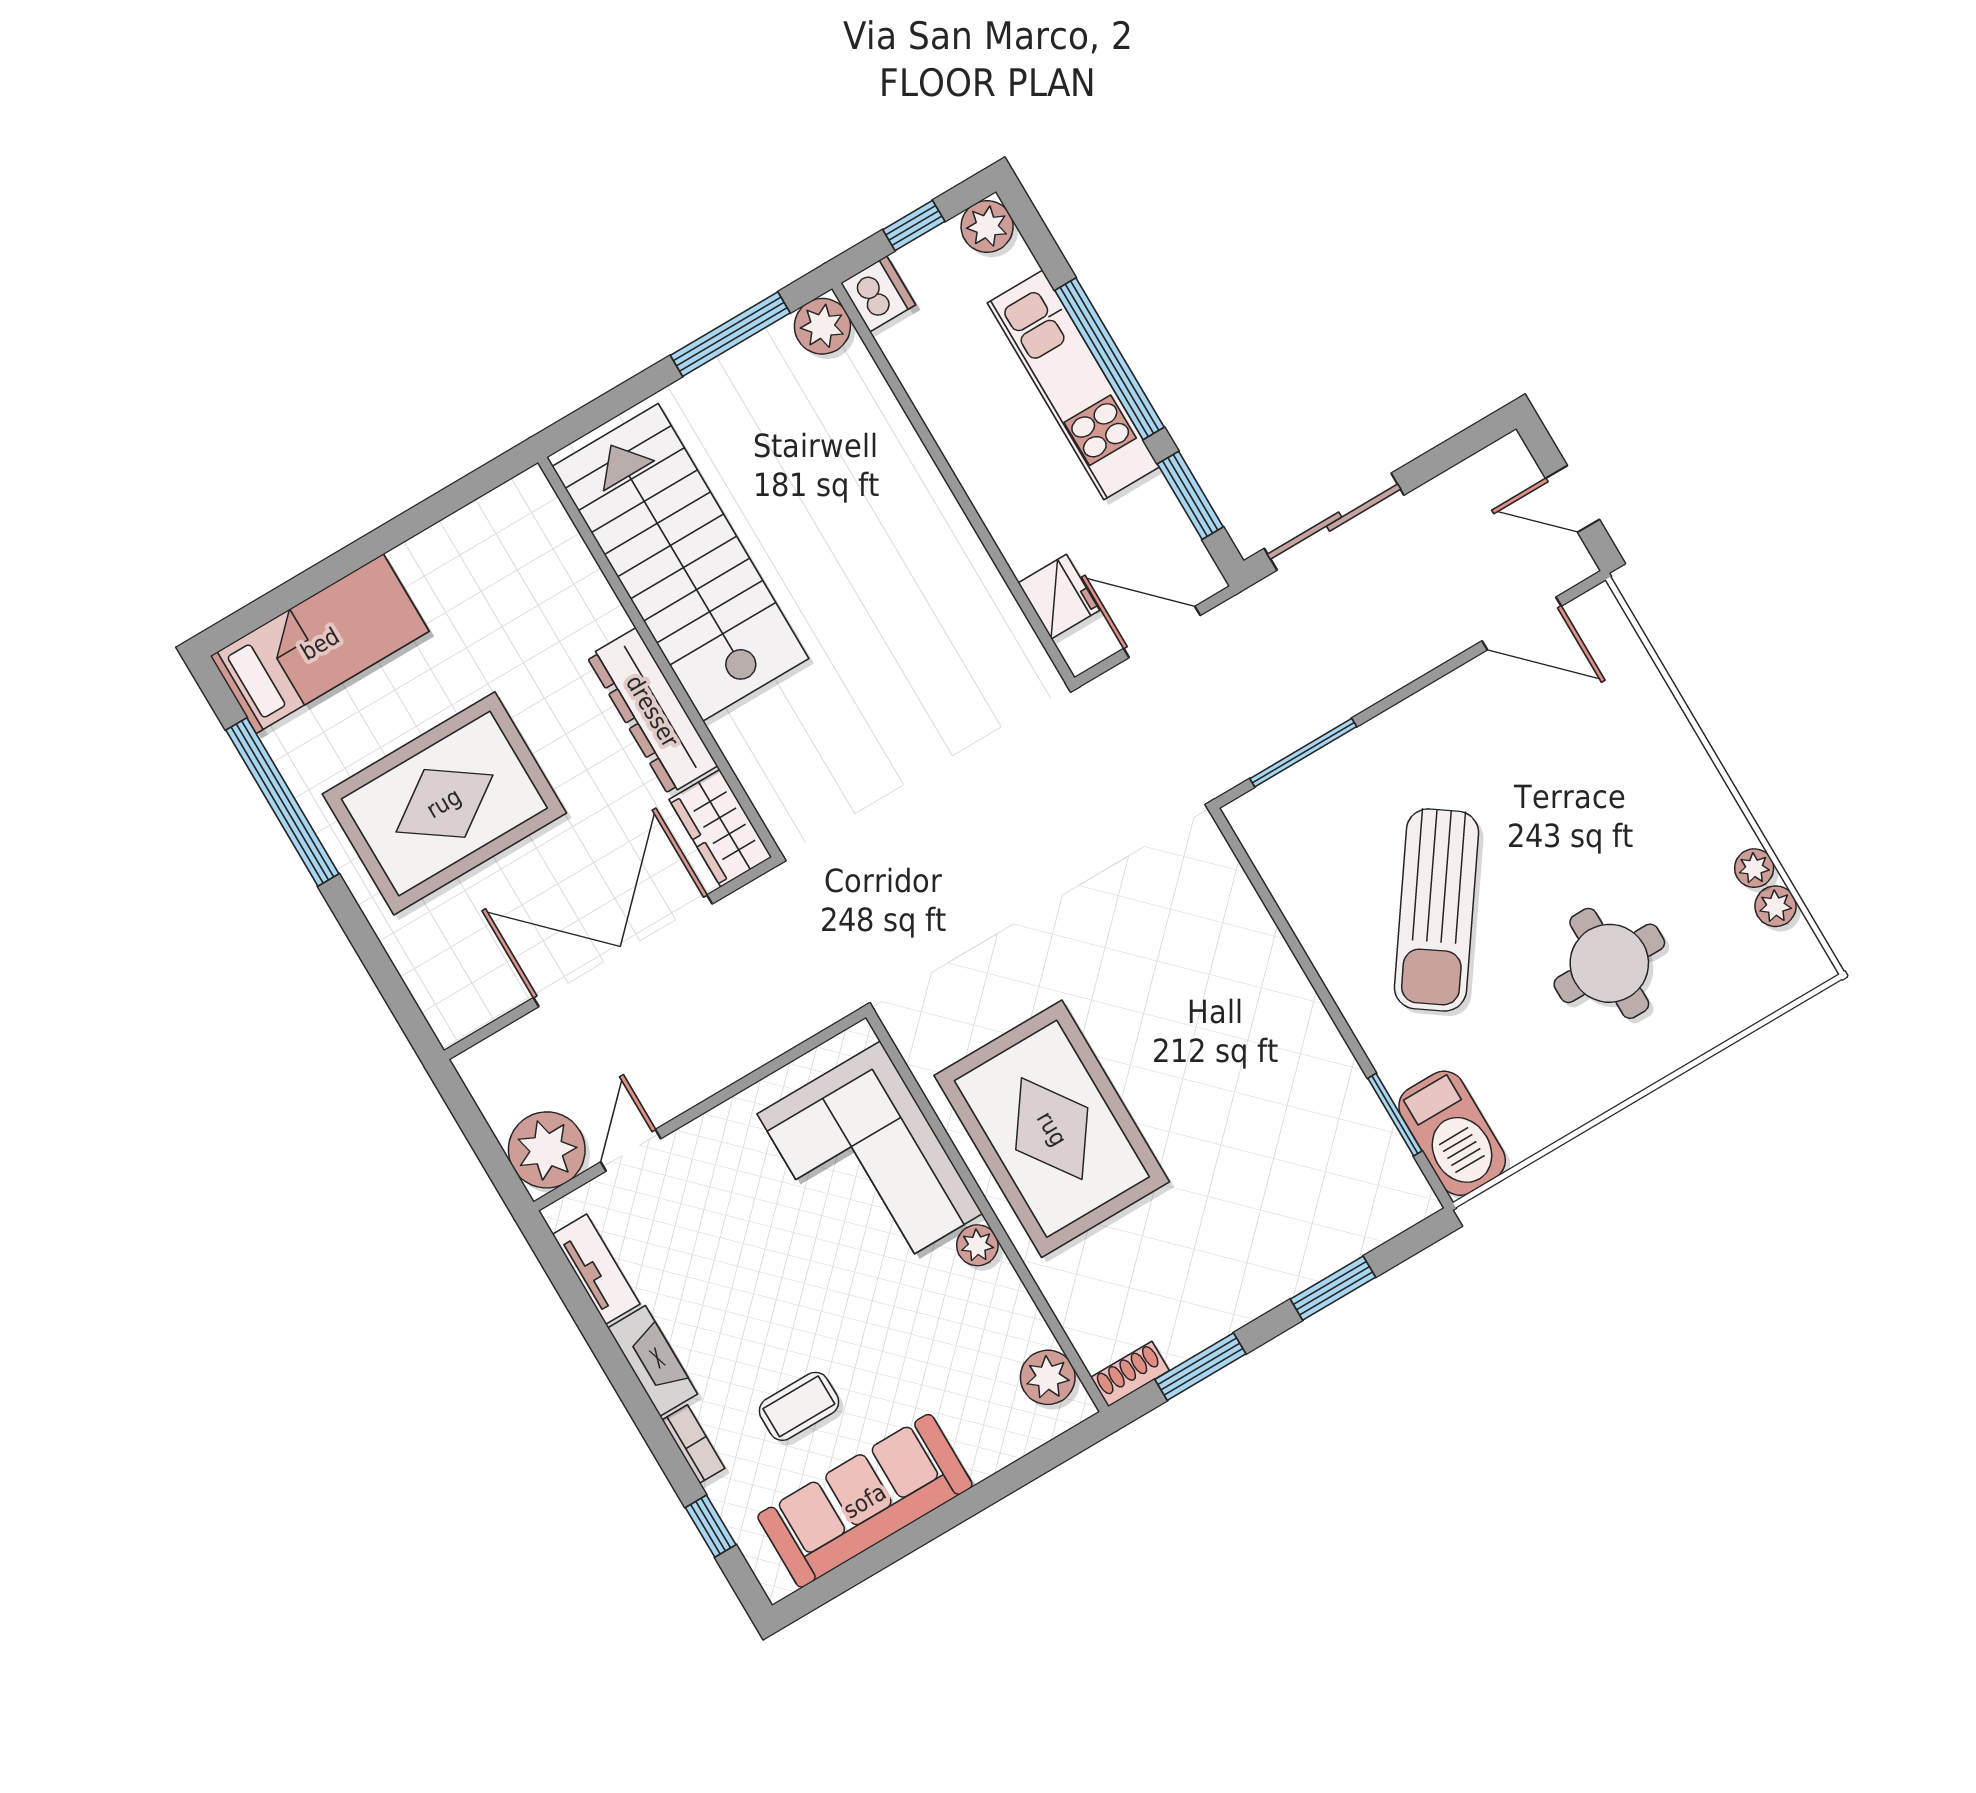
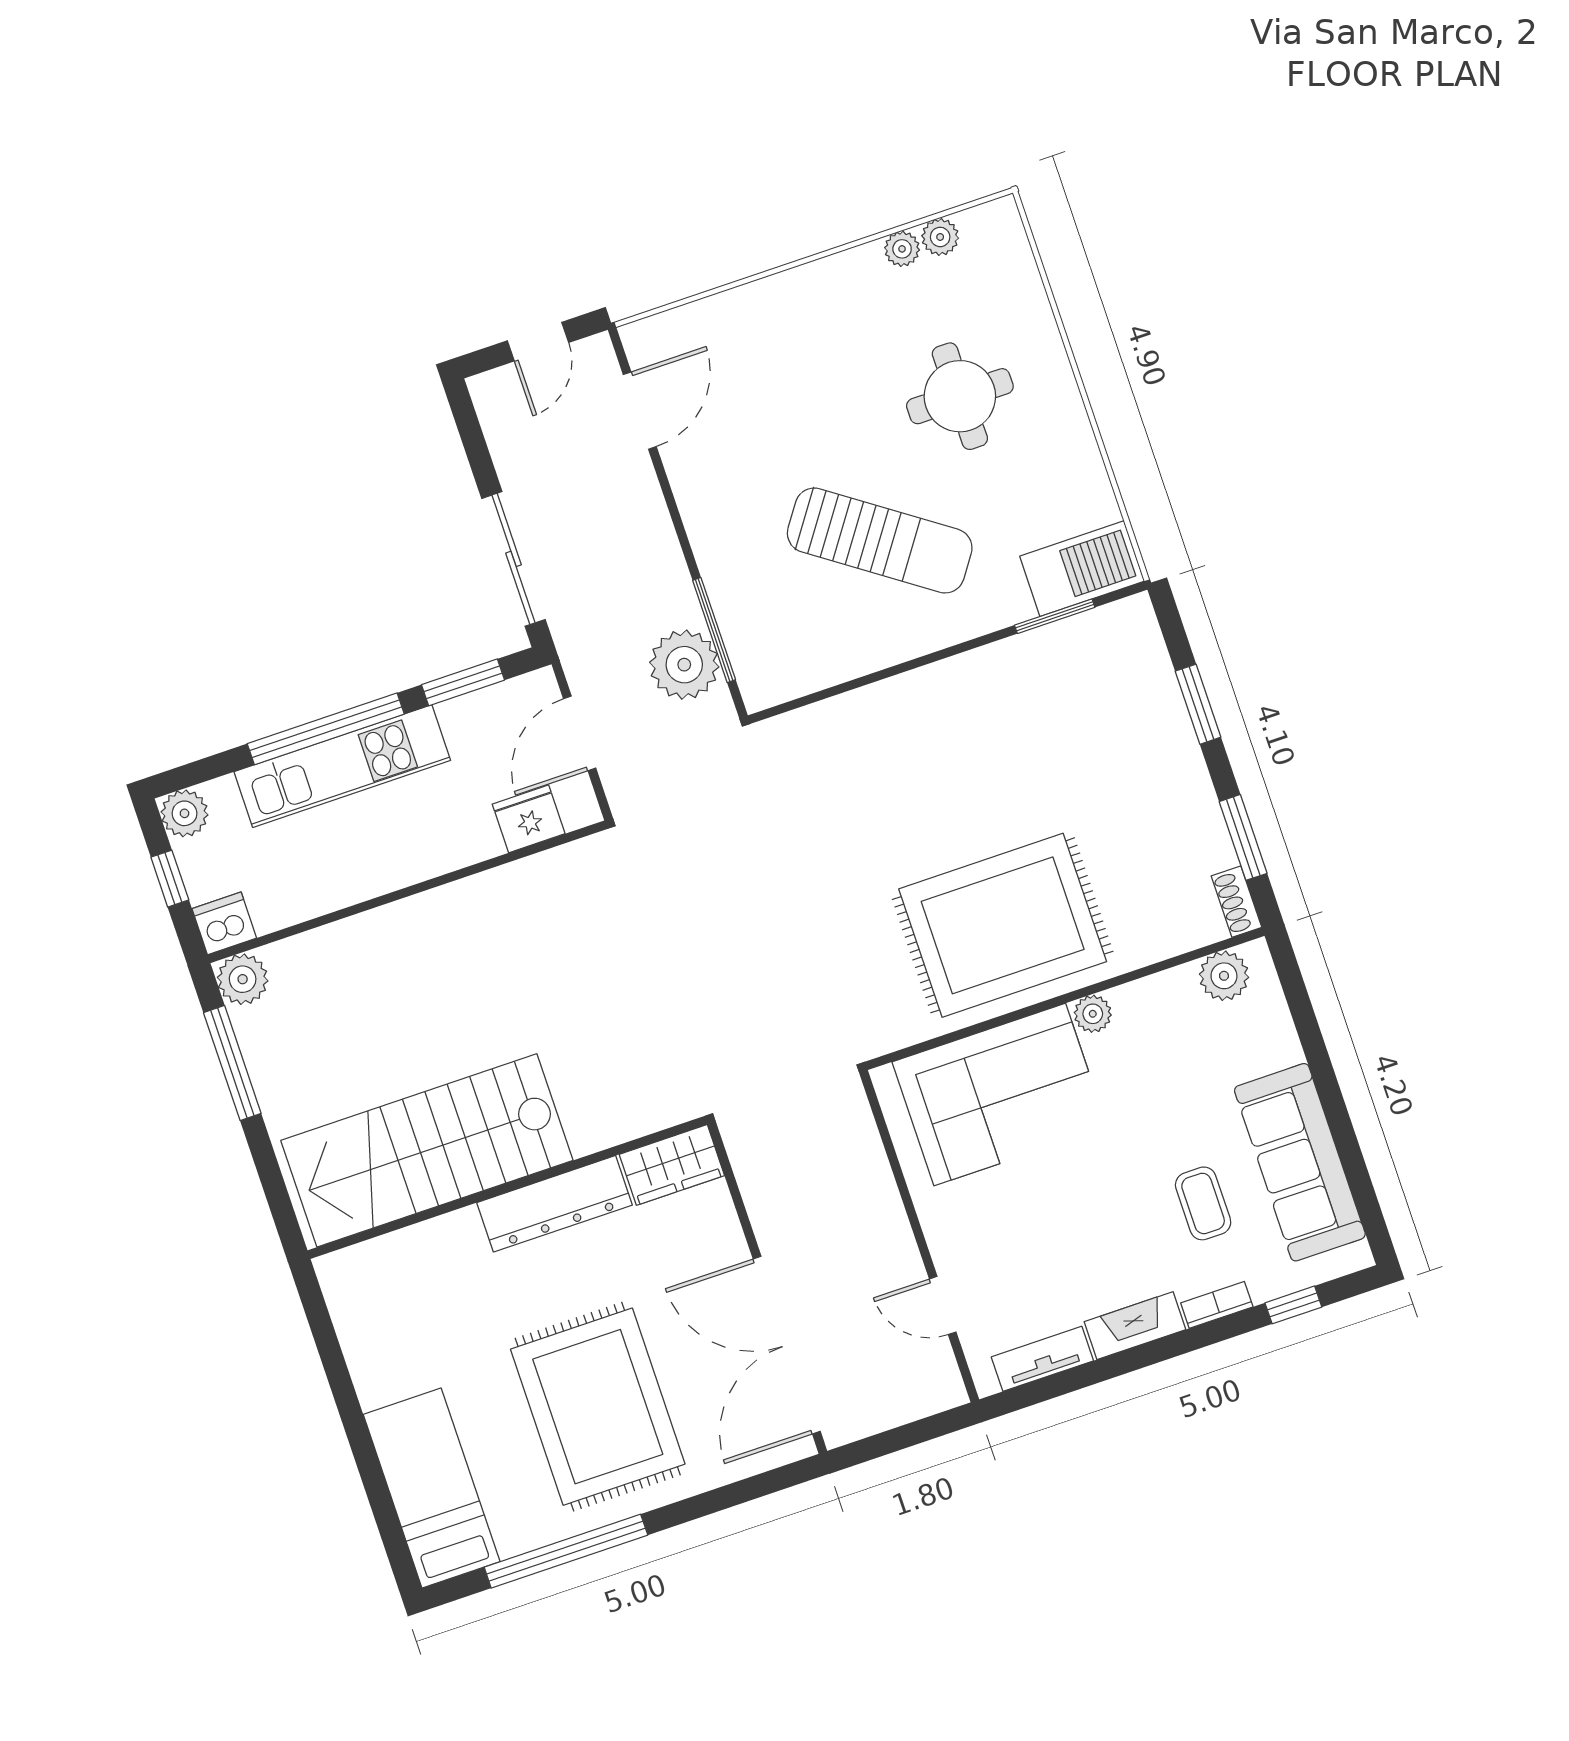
double door: (623, 951) -> (787, 1345), moved
plant: (547, 1150) -> (684, 665), moved

